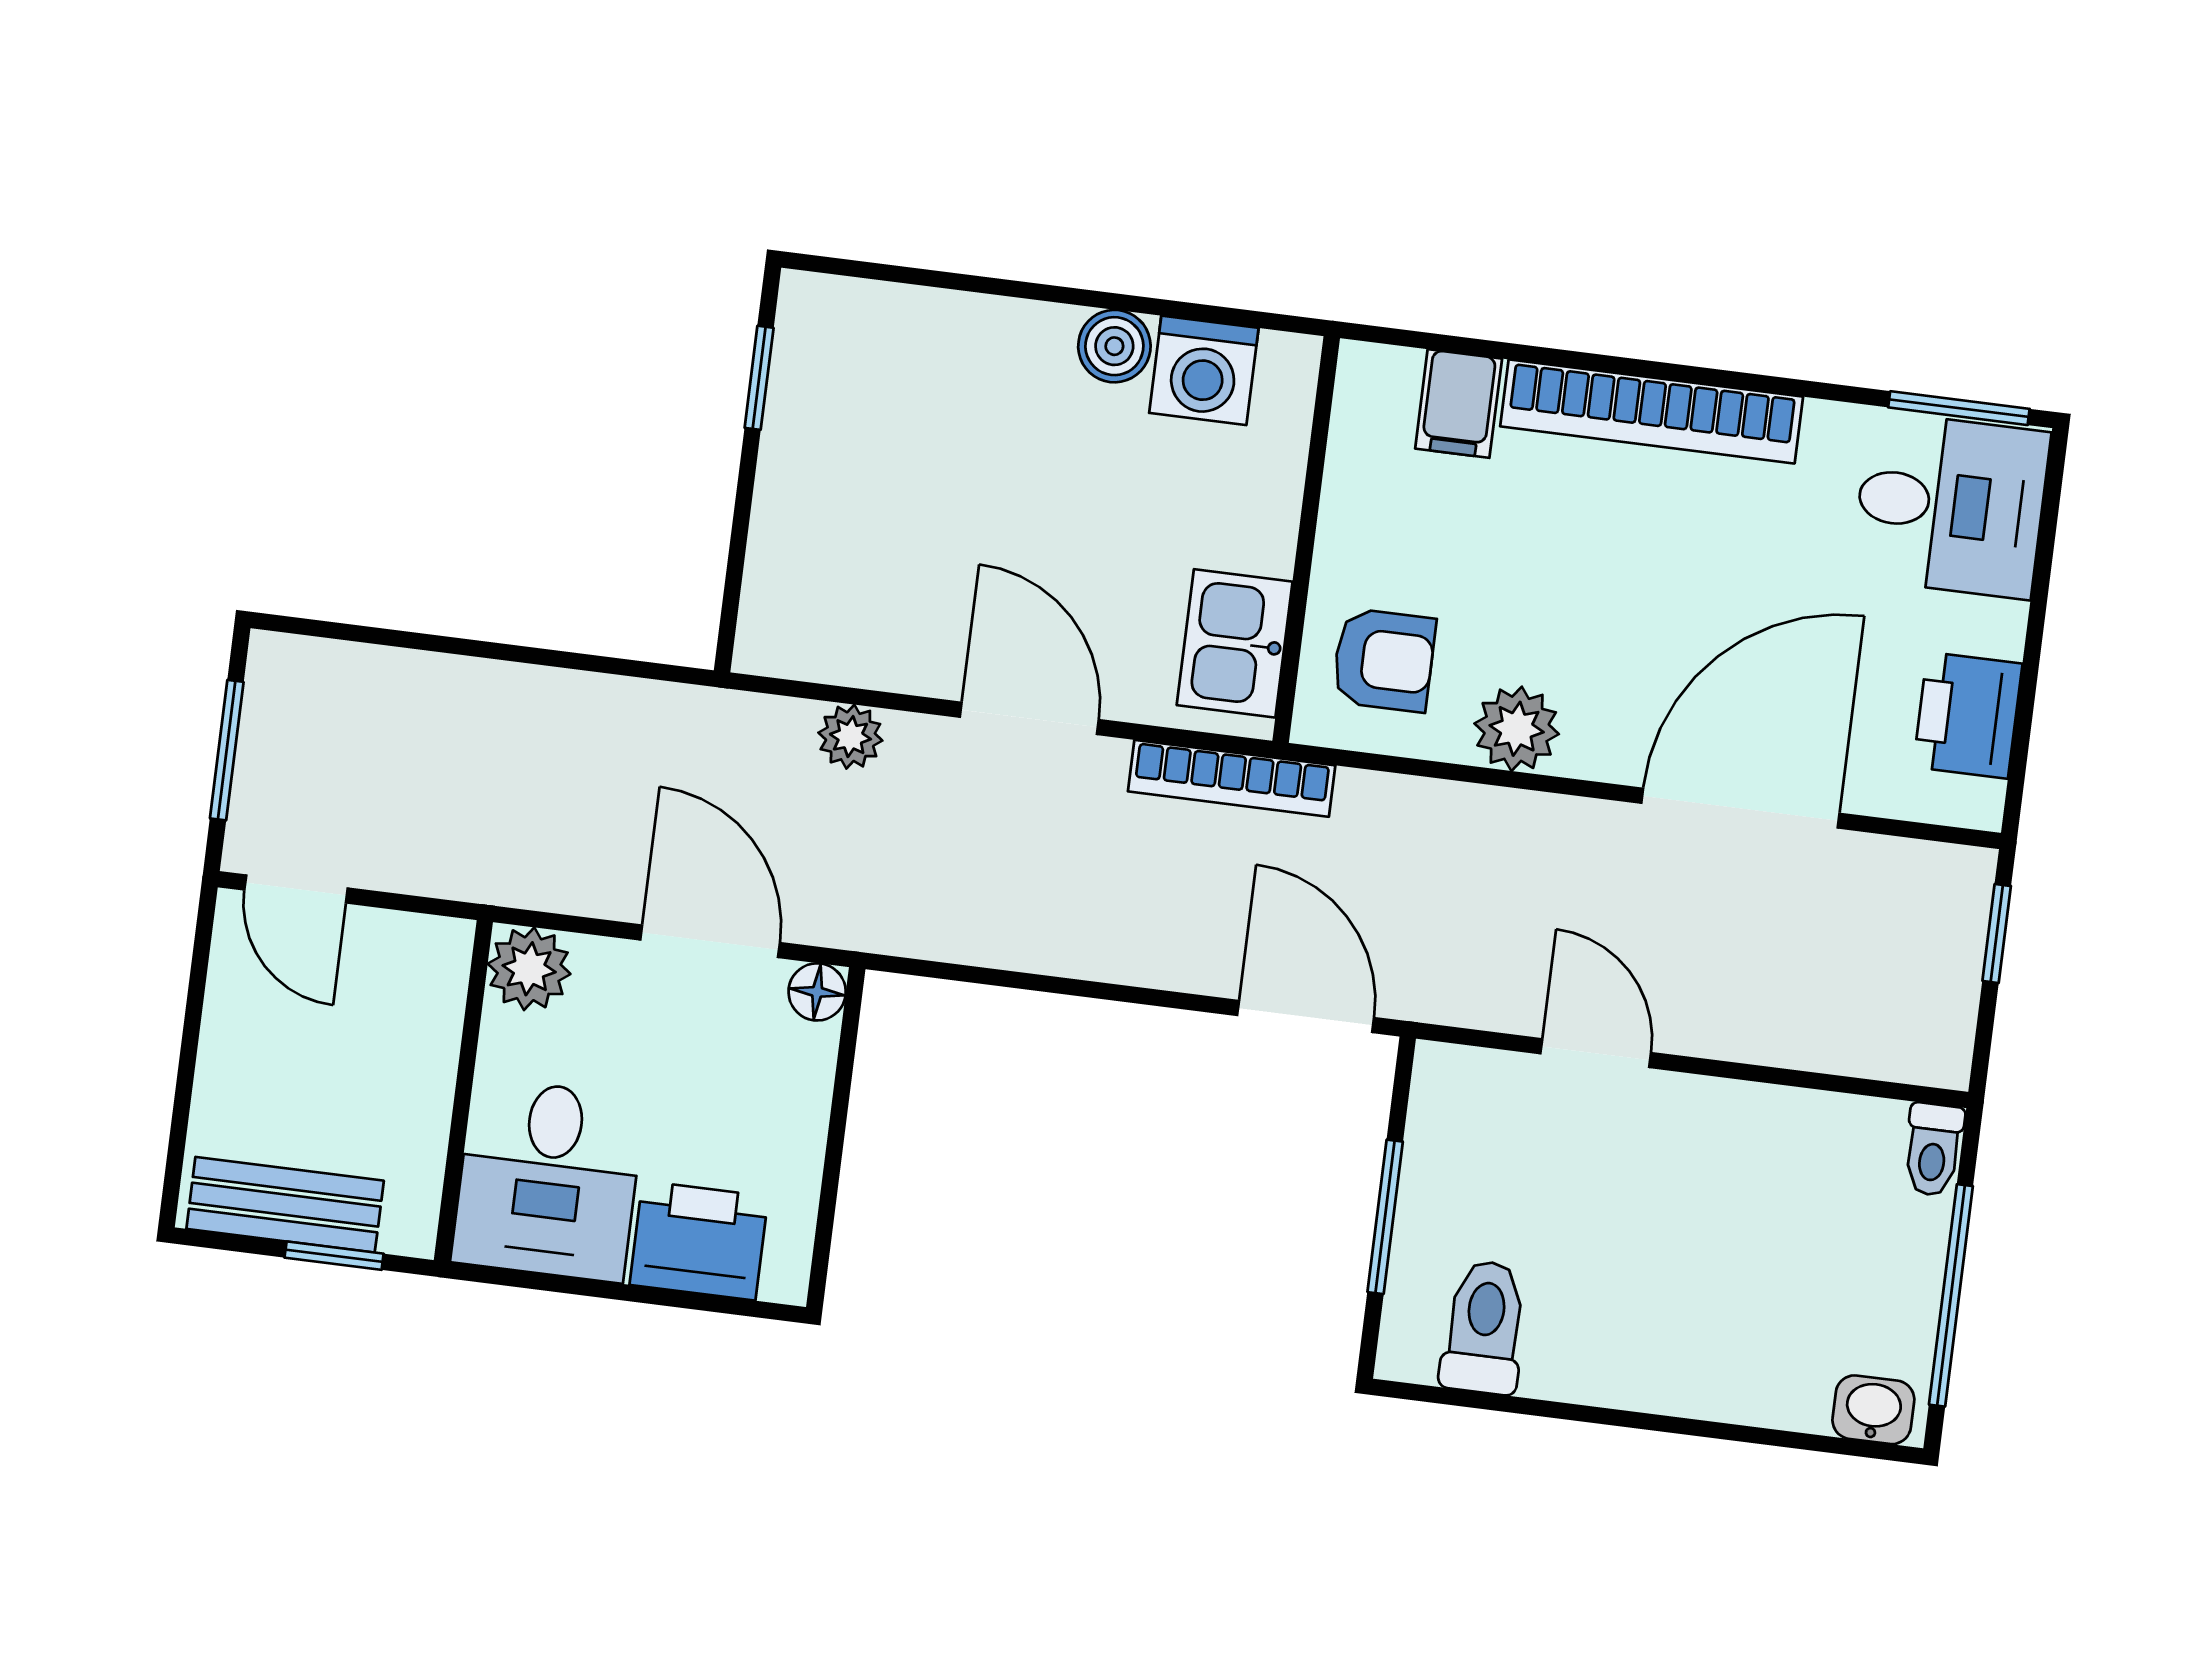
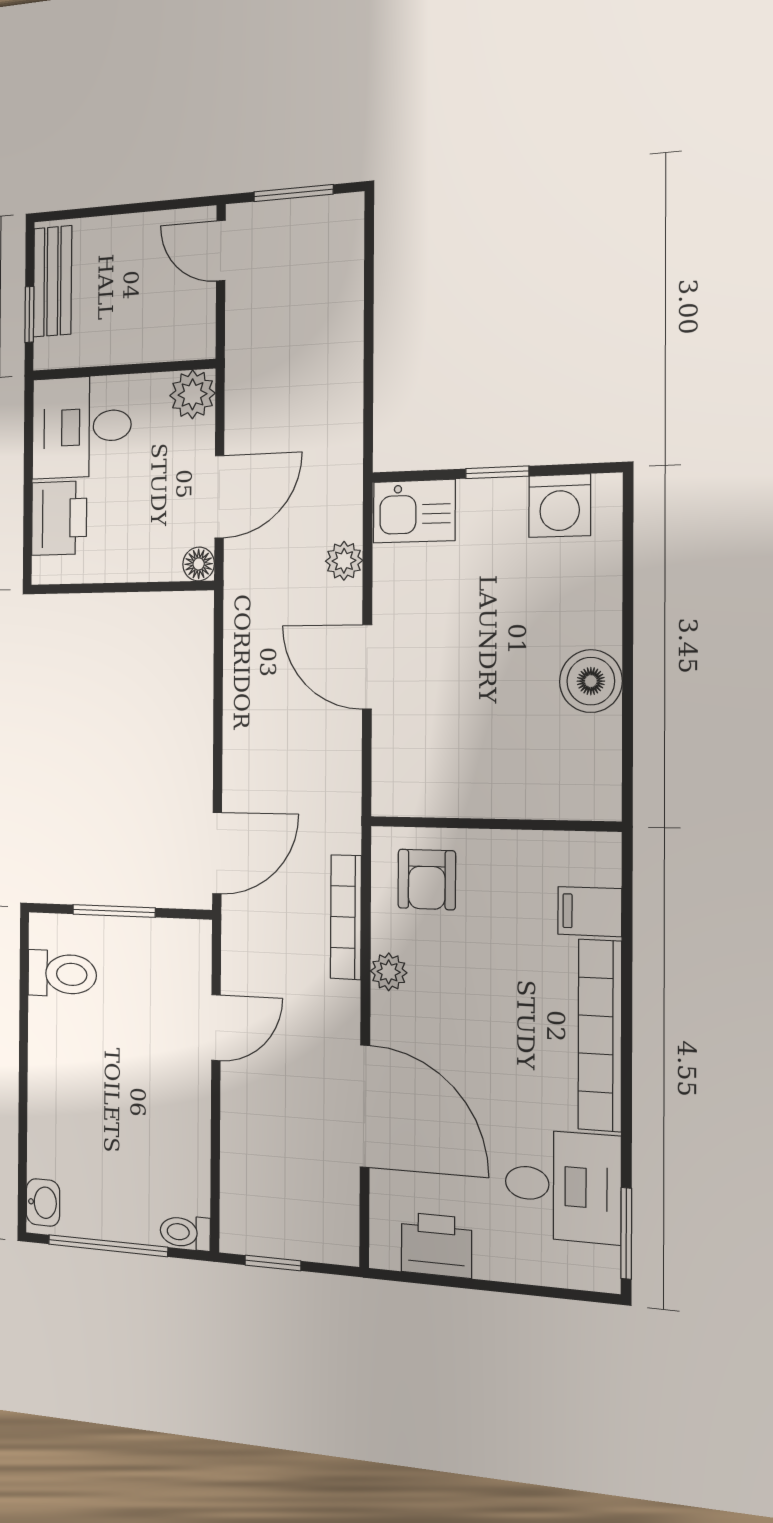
boiler: (1114, 346) -> (591, 681), width x1.36, depth x1.36
washing machine: (1204, 370) -> (560, 506), moved, turned -90
window: (759, 378) -> (497, 472), moved
desk: (1950, 505) -> (563, 1186), moved, turned -90
kitchen sink: (1235, 643) -> (414, 511), moved, turned 180
door: (1029, 718) -> (367, 667), swing flipped
plant: (1517, 729) -> (389, 972), width x0.73, depth x0.73
bookcase: (1232, 778) -> (346, 917), moved
door: (296, 889) -> (221, 251), hinge flipped
window: (1997, 934) -> (273, 1263), moved

